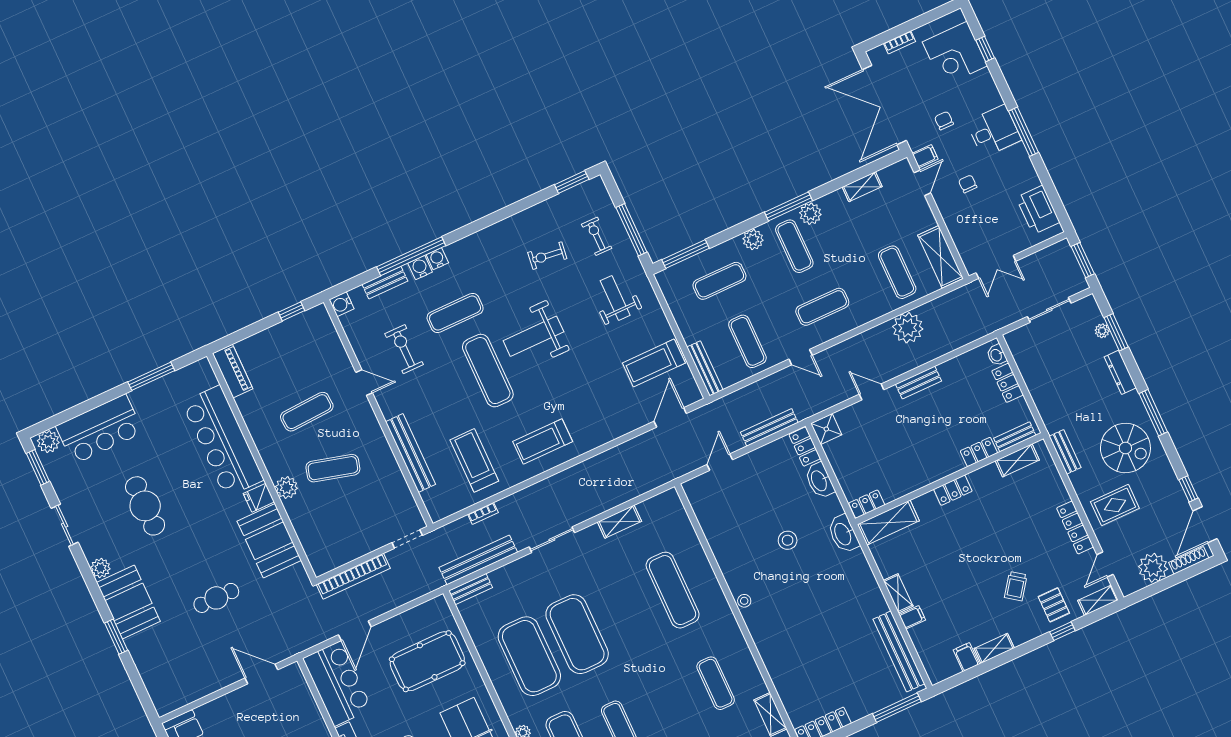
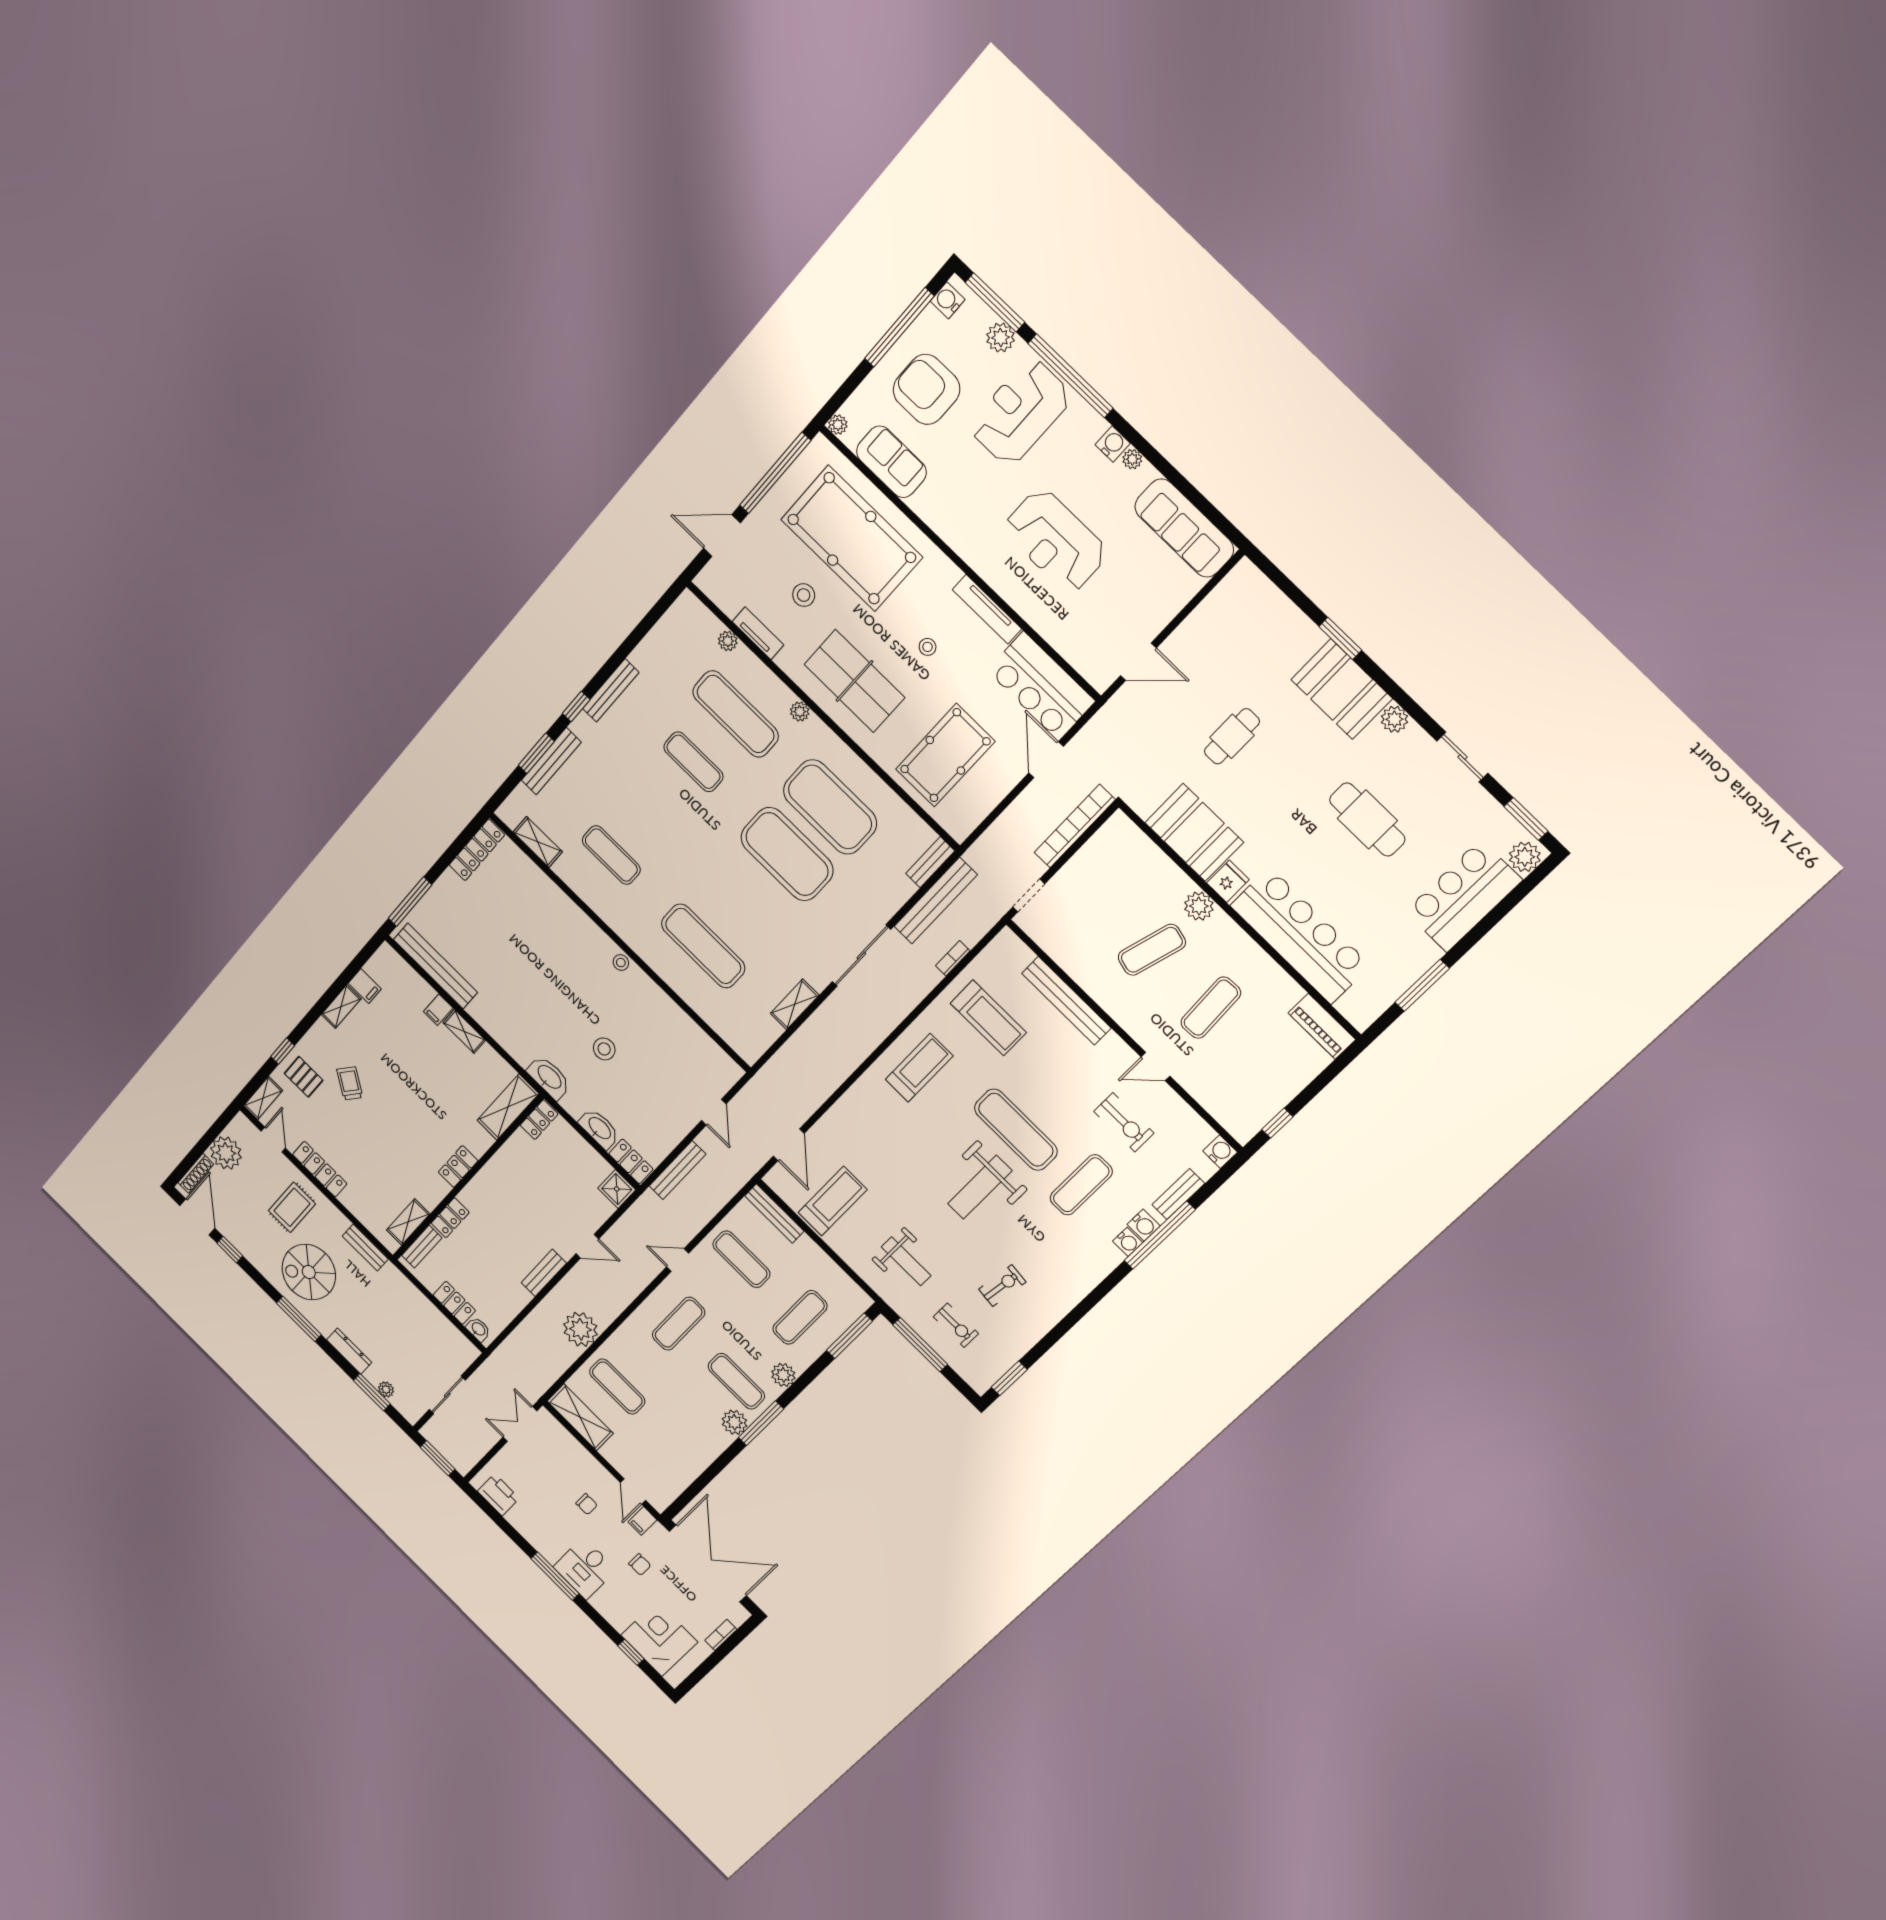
shelving: (862, 187) -> (693, 1468), removed
printer: (1038, 210) -> (498, 1495), width x0.73, depth x0.84
weight bench: (533, 336) -> (980, 1187), turned 180
sliding door: (552, 540) -> (861, 956), width x1.37

